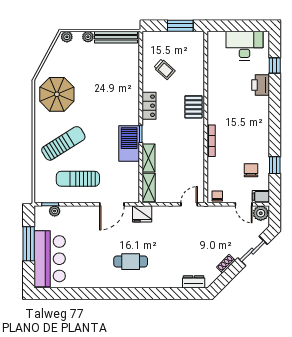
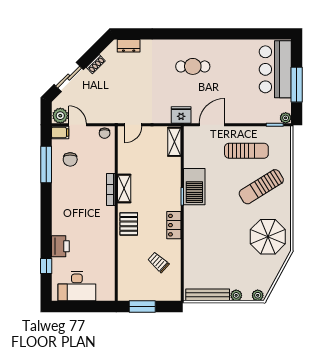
shelving: (149, 158) -> (124, 189), moved
window: (275, 165) -> (46, 165), width x2.17
plant: (55, 211) -> (286, 118), moved

